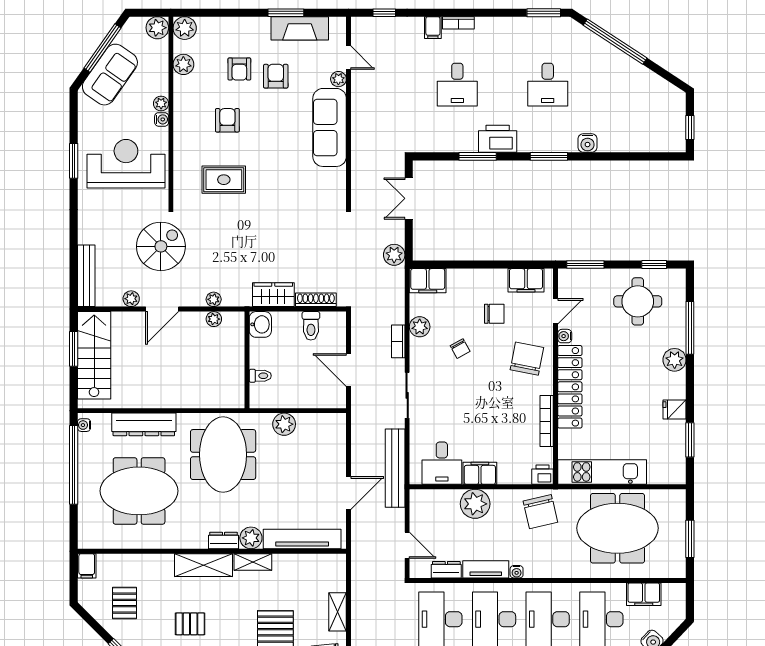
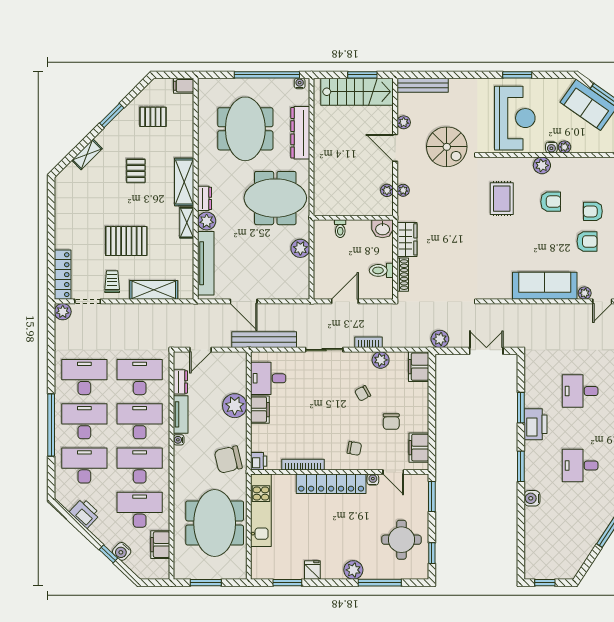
plant: (183, 64) -> (542, 165), moved
chair: (527, 359) -> (354, 448), width x0.54, depth x0.54
shelving: (338, 612) -> (154, 290), width x1.50, depth x1.33

